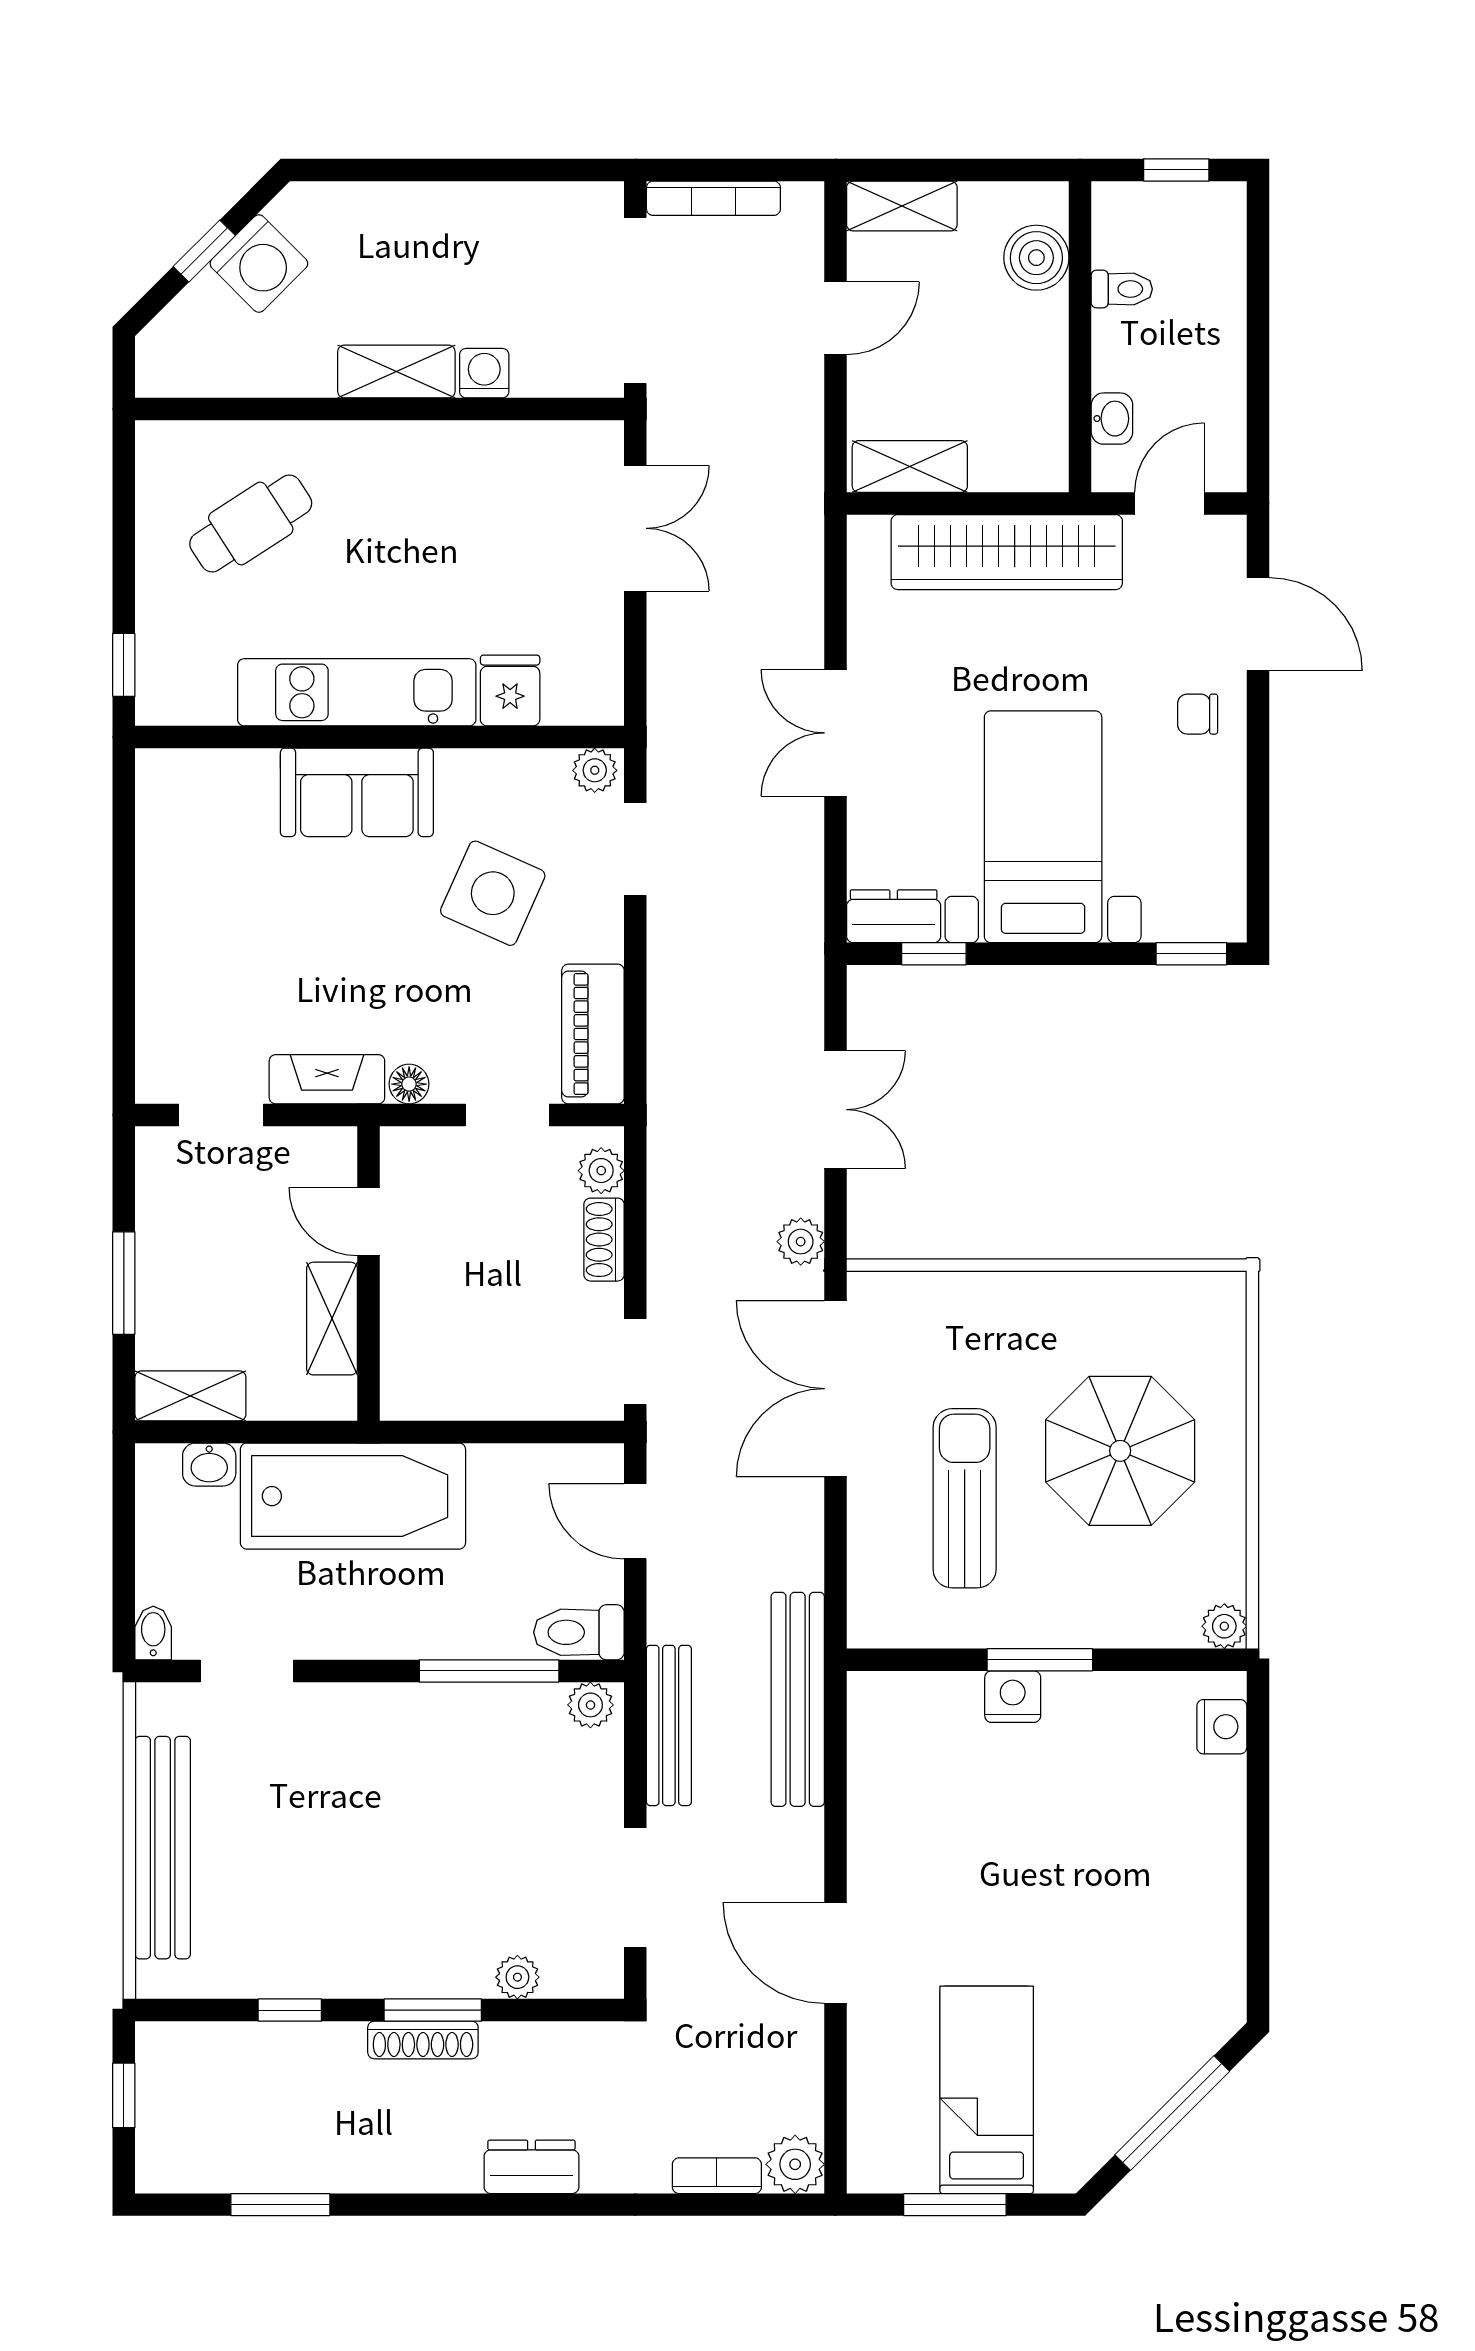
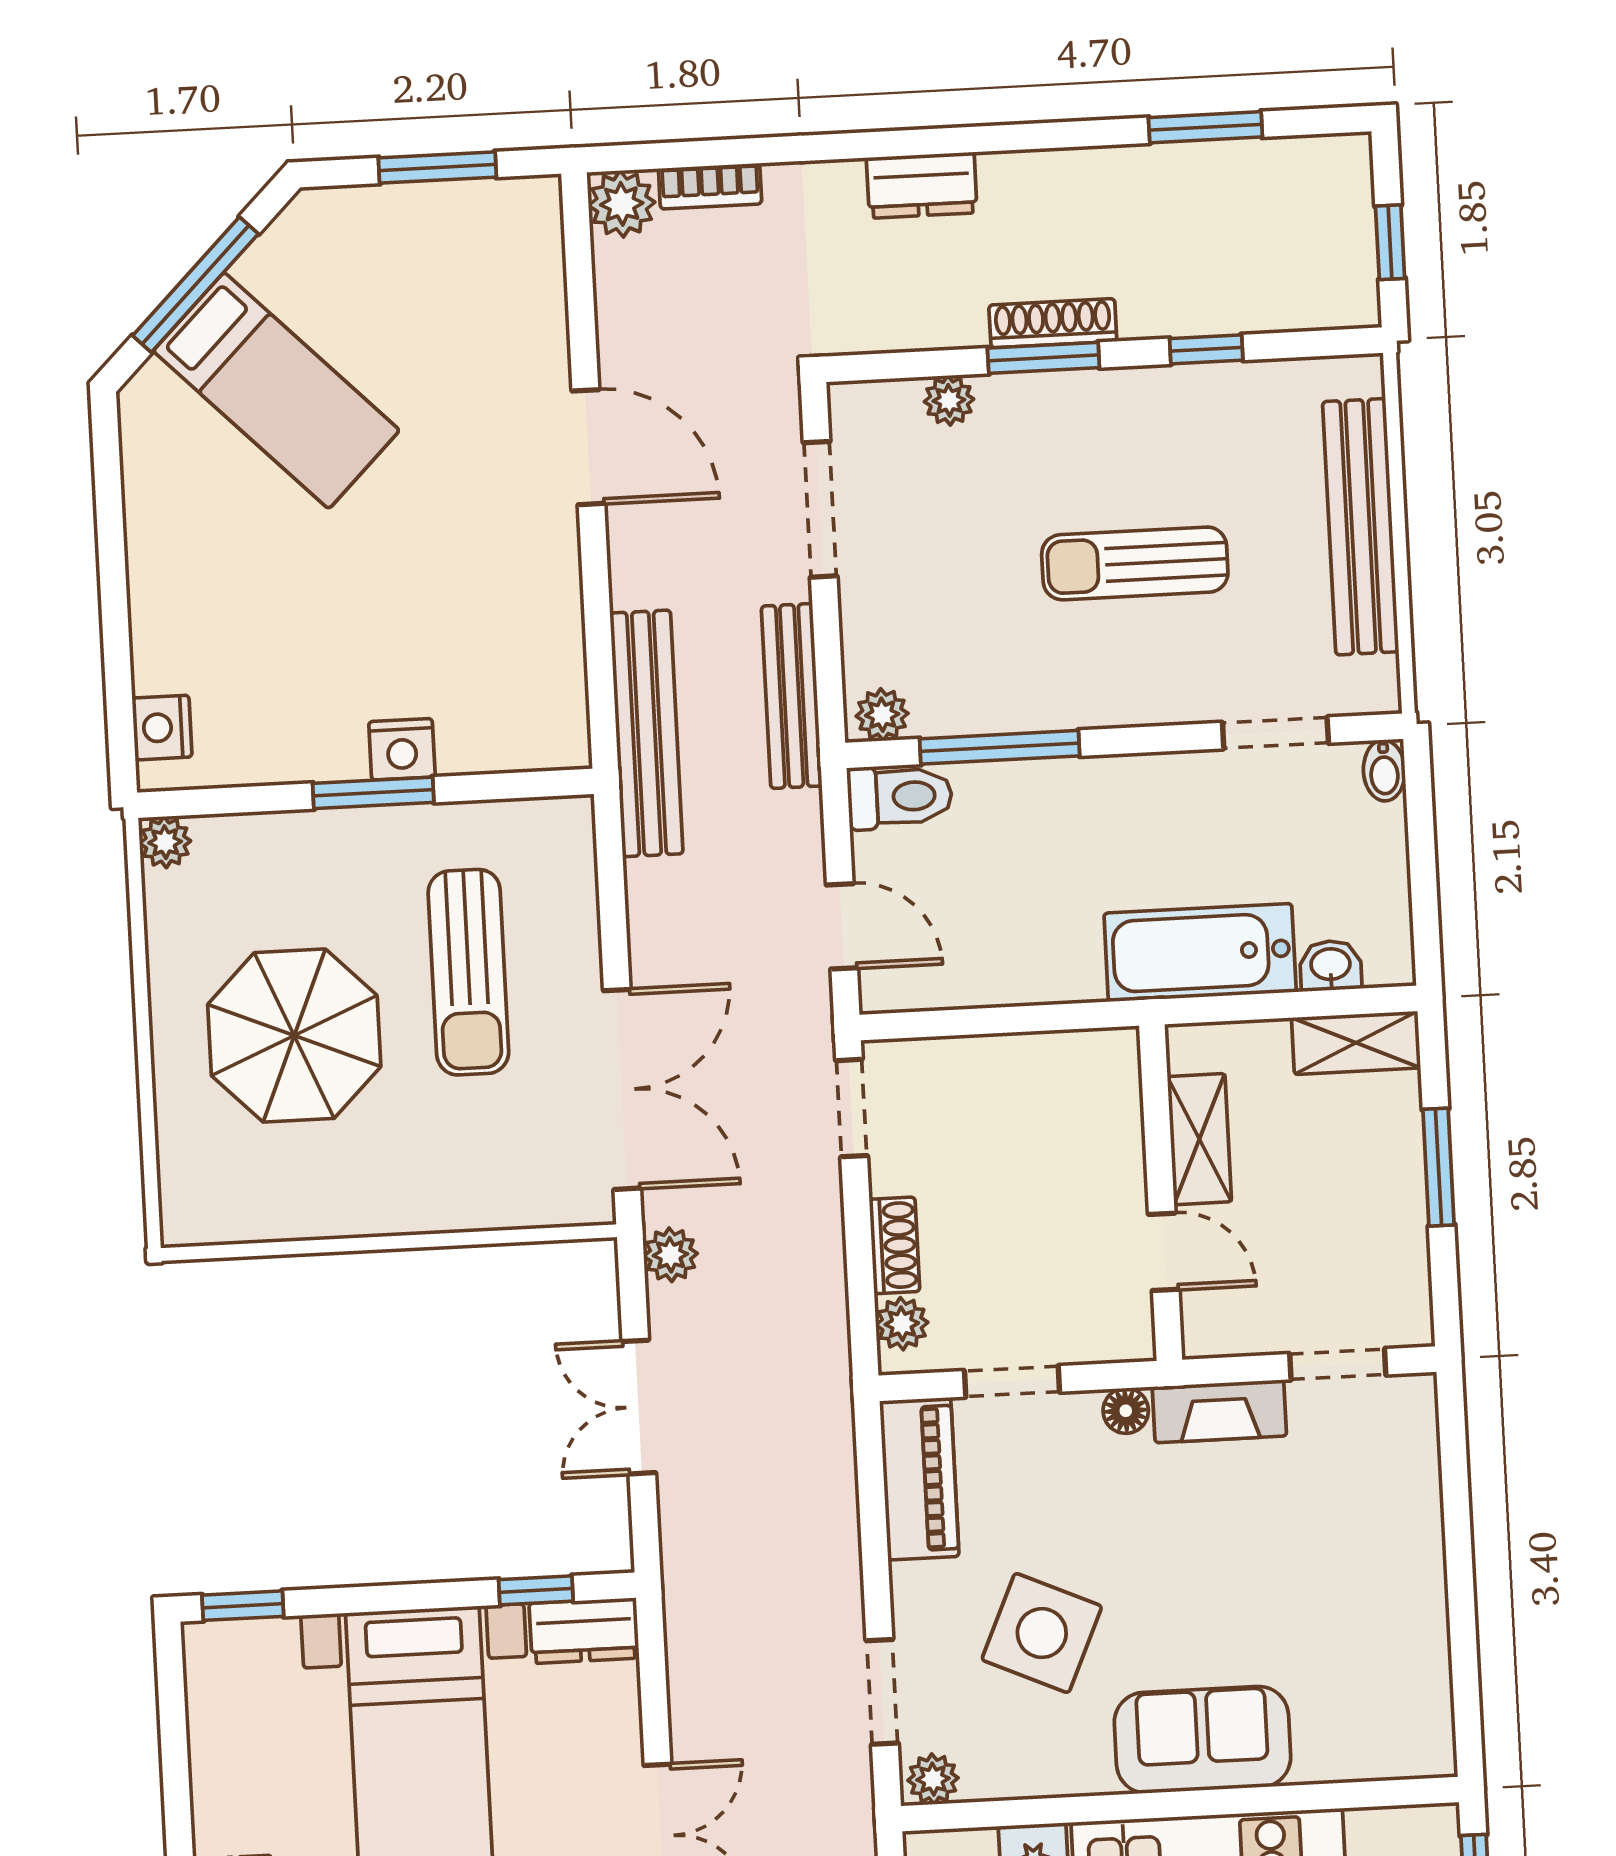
bathtub: (353, 1496) -> (1200, 953), width x0.73, depth x0.73
sun lounger: (362, 1826) -> (1135, 563), added
bed: (987, 2090) -> (276, 391), moved, turned -45

